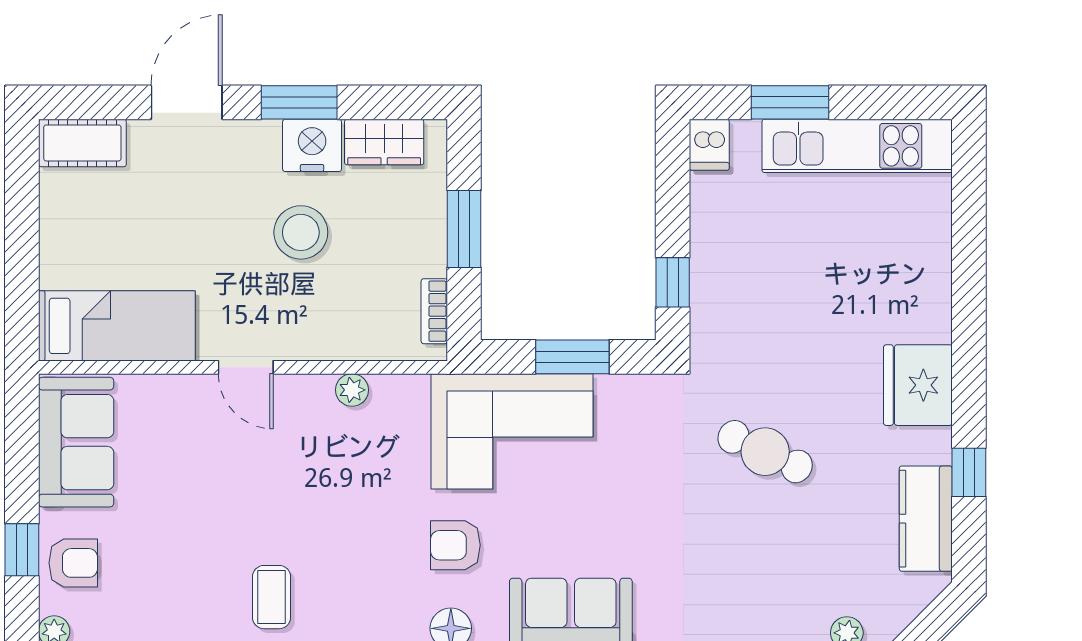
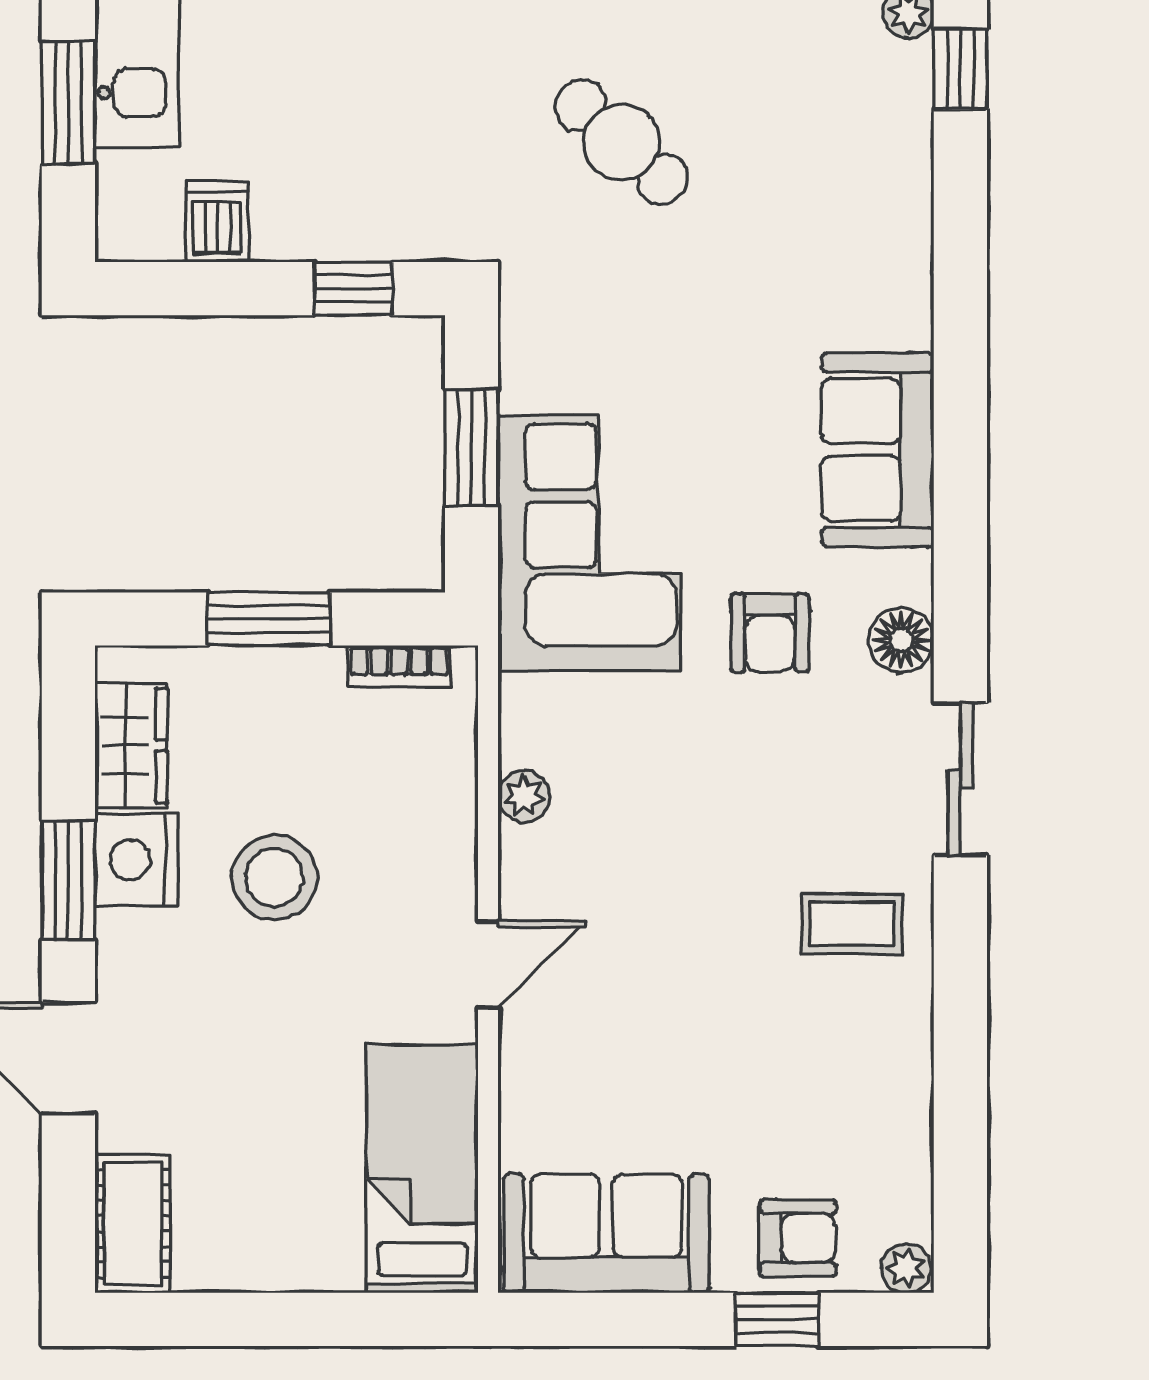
dishwasher: (709, 145) -> (217, 222), moved, turned -90
cafe table: (765, 452) -> (621, 142), turned -73
armchair: (73, 563) -> (798, 1238), turned 90

